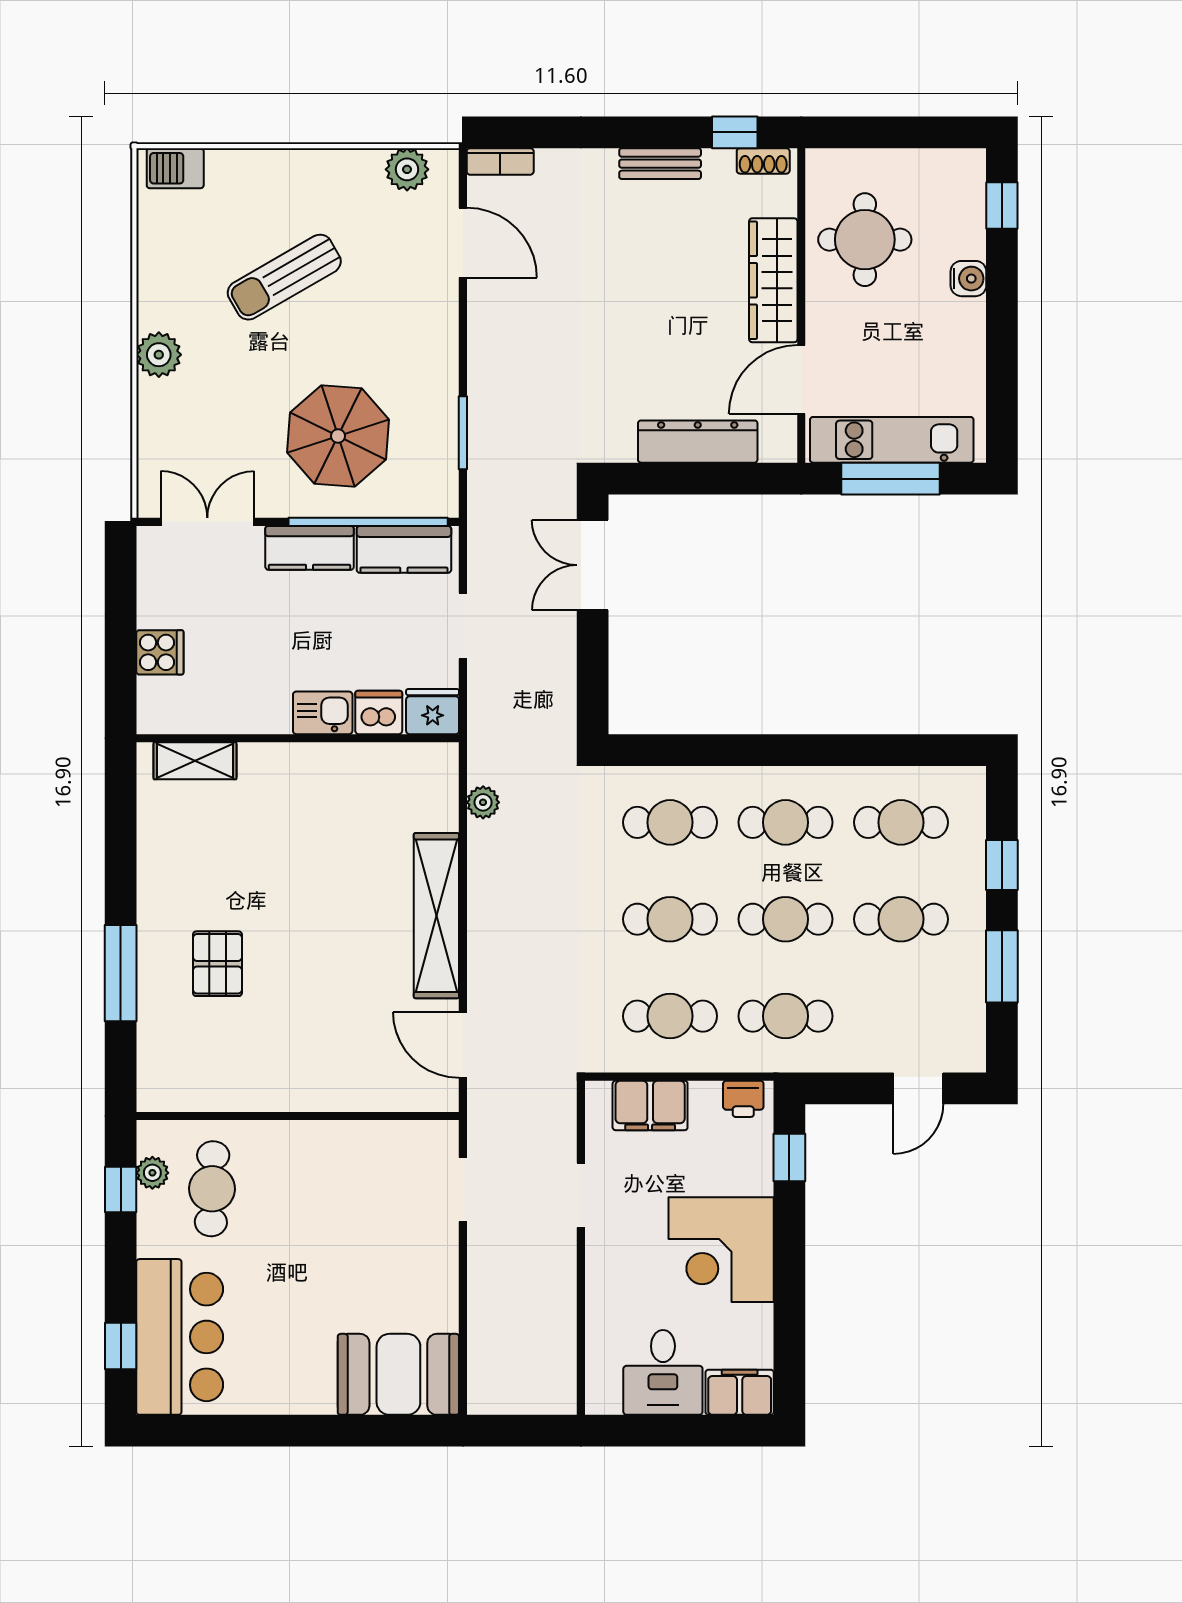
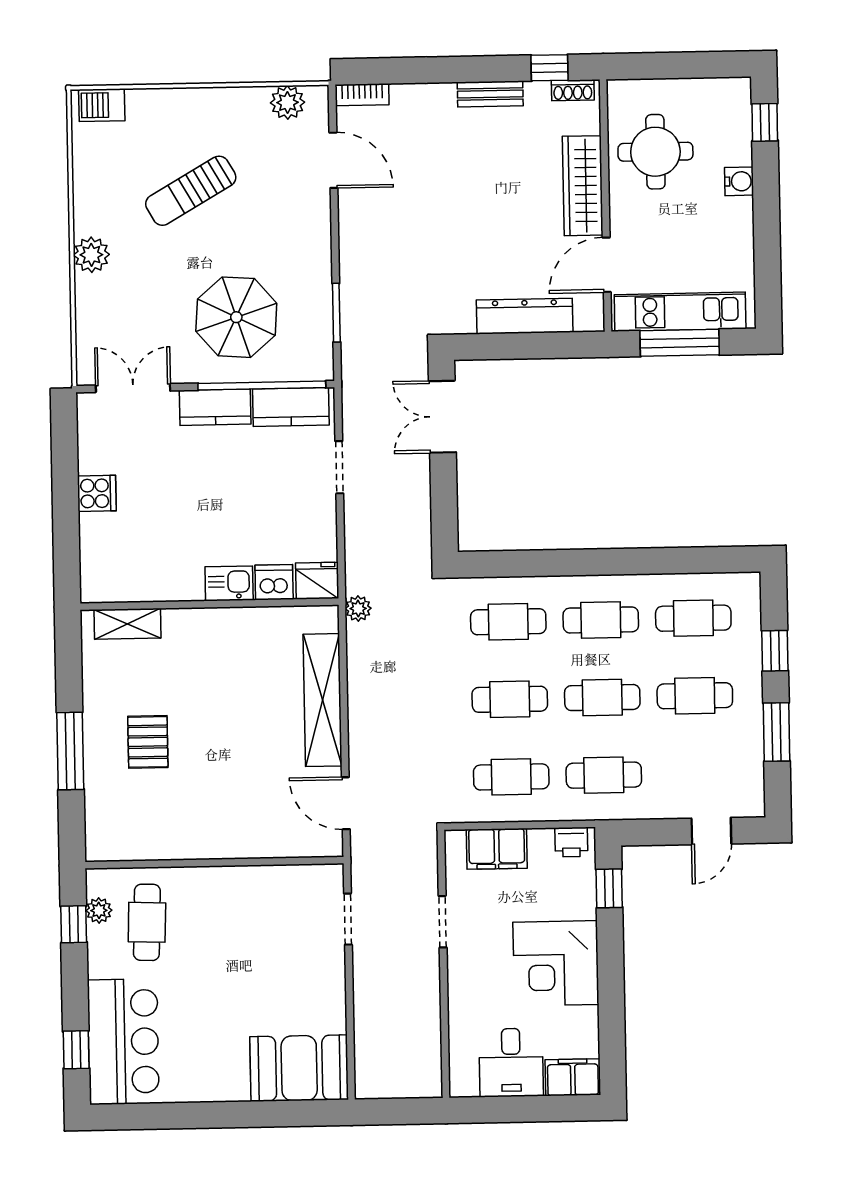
fridge: (433, 712) -> (317, 581), moved
kitchen sink: (323, 713) -> (229, 583), moved
dishwasher: (379, 713) -> (274, 582), moved
wall: (298, 738) -> (209, 604), moved
shelving: (195, 761) -> (128, 624), moved

